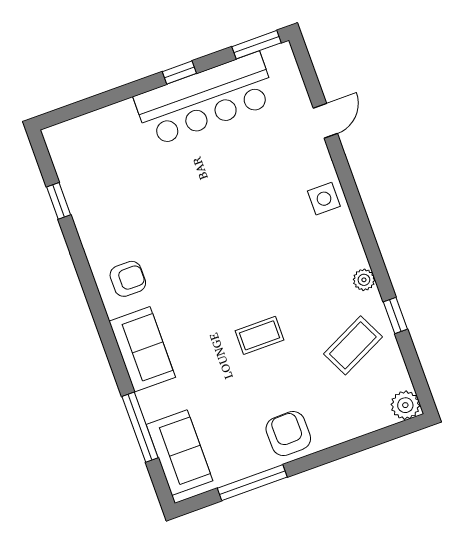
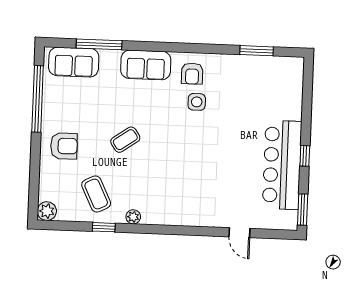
side table: (324, 199) -> (197, 102), moved
window: (59, 201) -> (257, 51), width x1.50
coffee table: (259, 335) -> (125, 140), turned 55
armchair: (288, 434) -> (64, 146), moved
window: (252, 483) -> (38, 99), width x1.46

